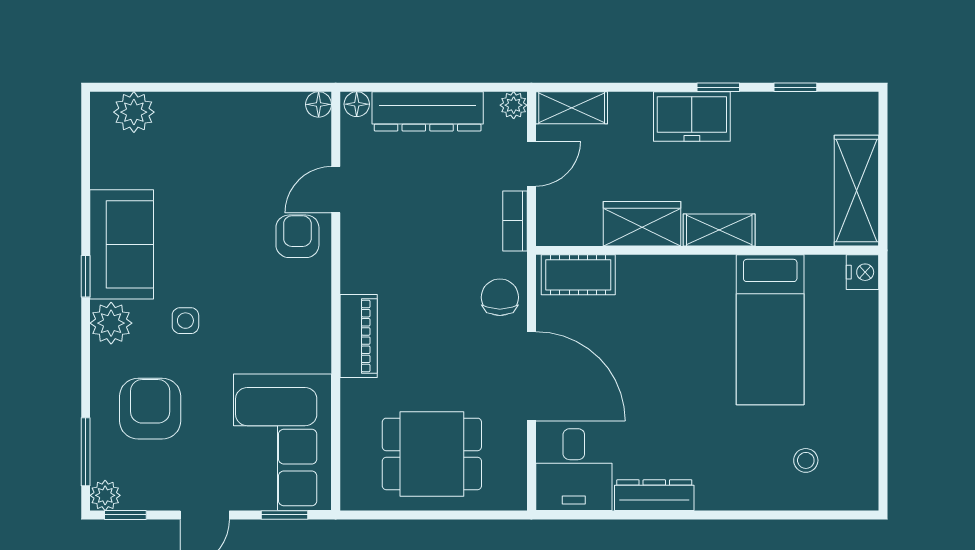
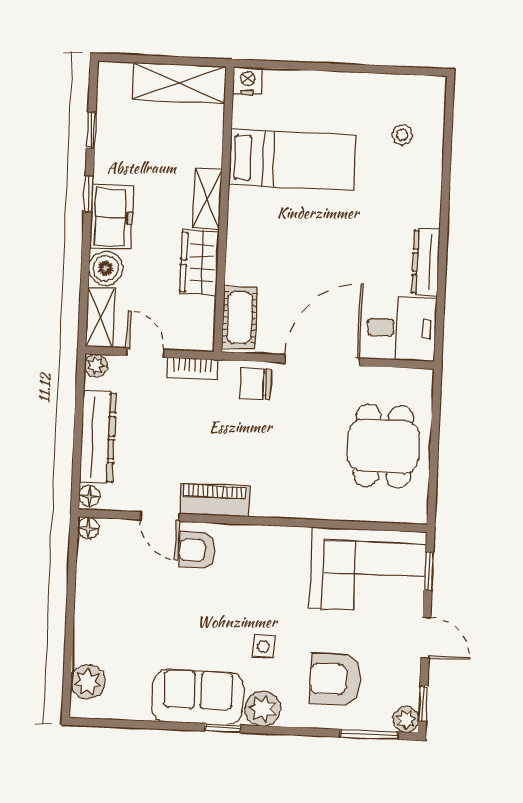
boiler: (631, 112) -> (106, 268), added
piano: (359, 336) -> (215, 500), moved

